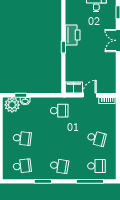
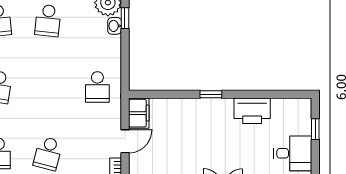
printer: (73, 35) -> (252, 111), moved
door: (90, 95) -> (125, 141), hinge flipped

